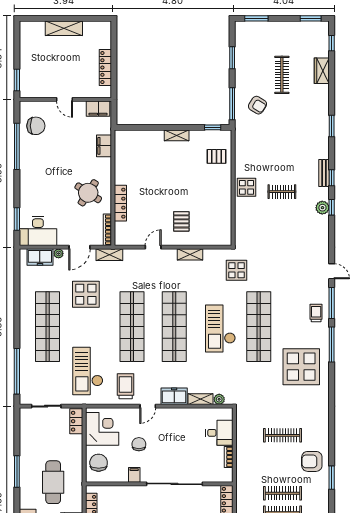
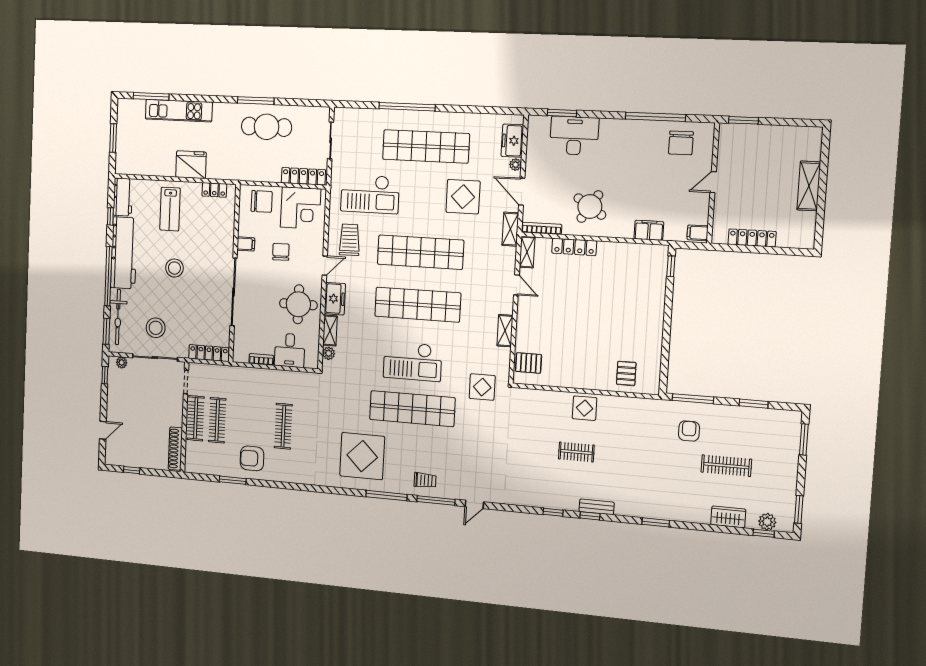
armchair: (257, 105) -> (689, 431), turned 148
filing cabinet: (98, 109) -> (698, 233), width x0.50
window: (213, 127) -> (671, 266), moved
shelving: (177, 135) -> (527, 252), moved
clothes rail: (282, 192) -> (576, 452), turned 90
plant: (322, 208) -> (767, 522), moved
pallet: (181, 221) -> (529, 363), moved
desk: (38, 231) -> (574, 136), moved, turned 90
checkout: (220, 328) -> (413, 361), turned 180
window: (17, 371) -> (407, 107), moved
checkout: (88, 371) -> (370, 194), turned 180
trolley: (126, 386) -> (349, 240), turned -91
door: (148, 406) -> (325, 266), swing flipped
locker: (76, 421) -> (303, 176), width x1.53
round table: (181, 427) -> (298, 304), added
chair: (139, 444) -> (281, 252), turned -91
armchair: (312, 461) -> (252, 458), turned -90
cafe table: (53, 482) -> (266, 127), moved

